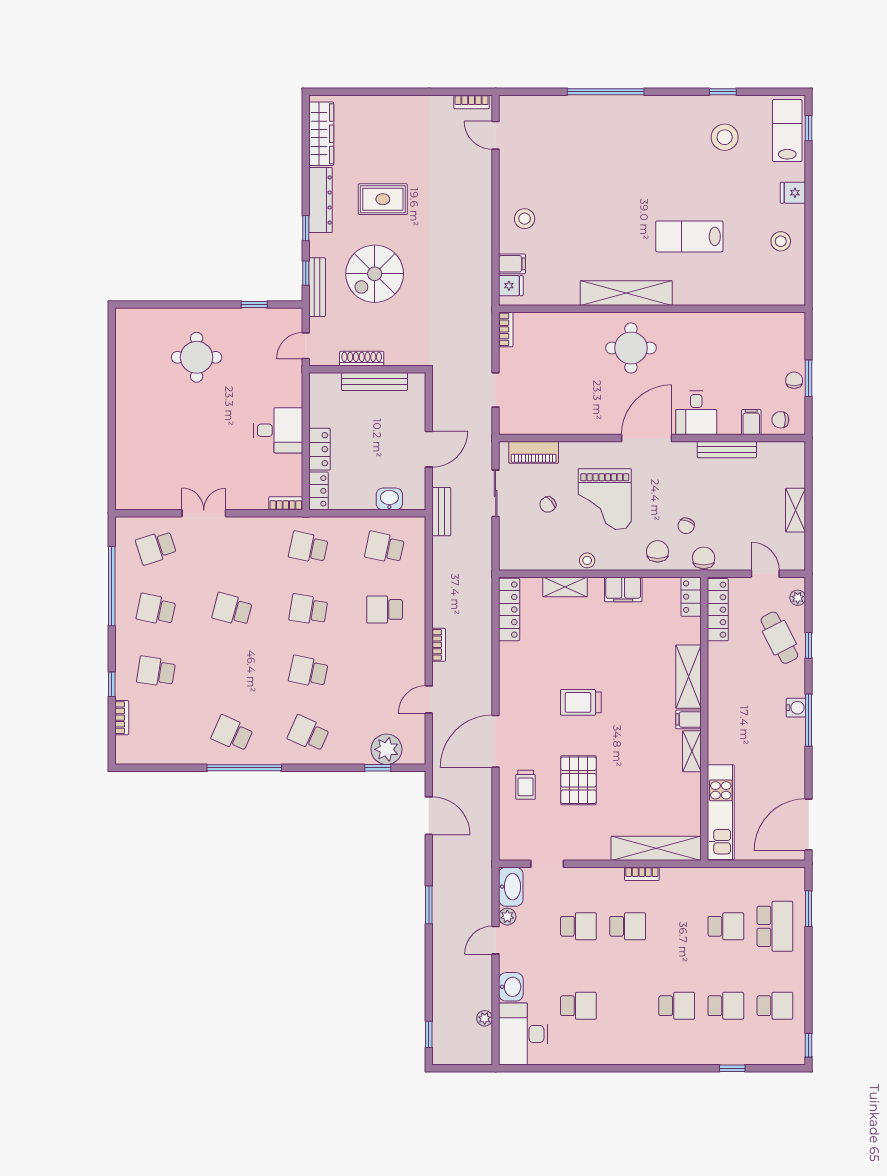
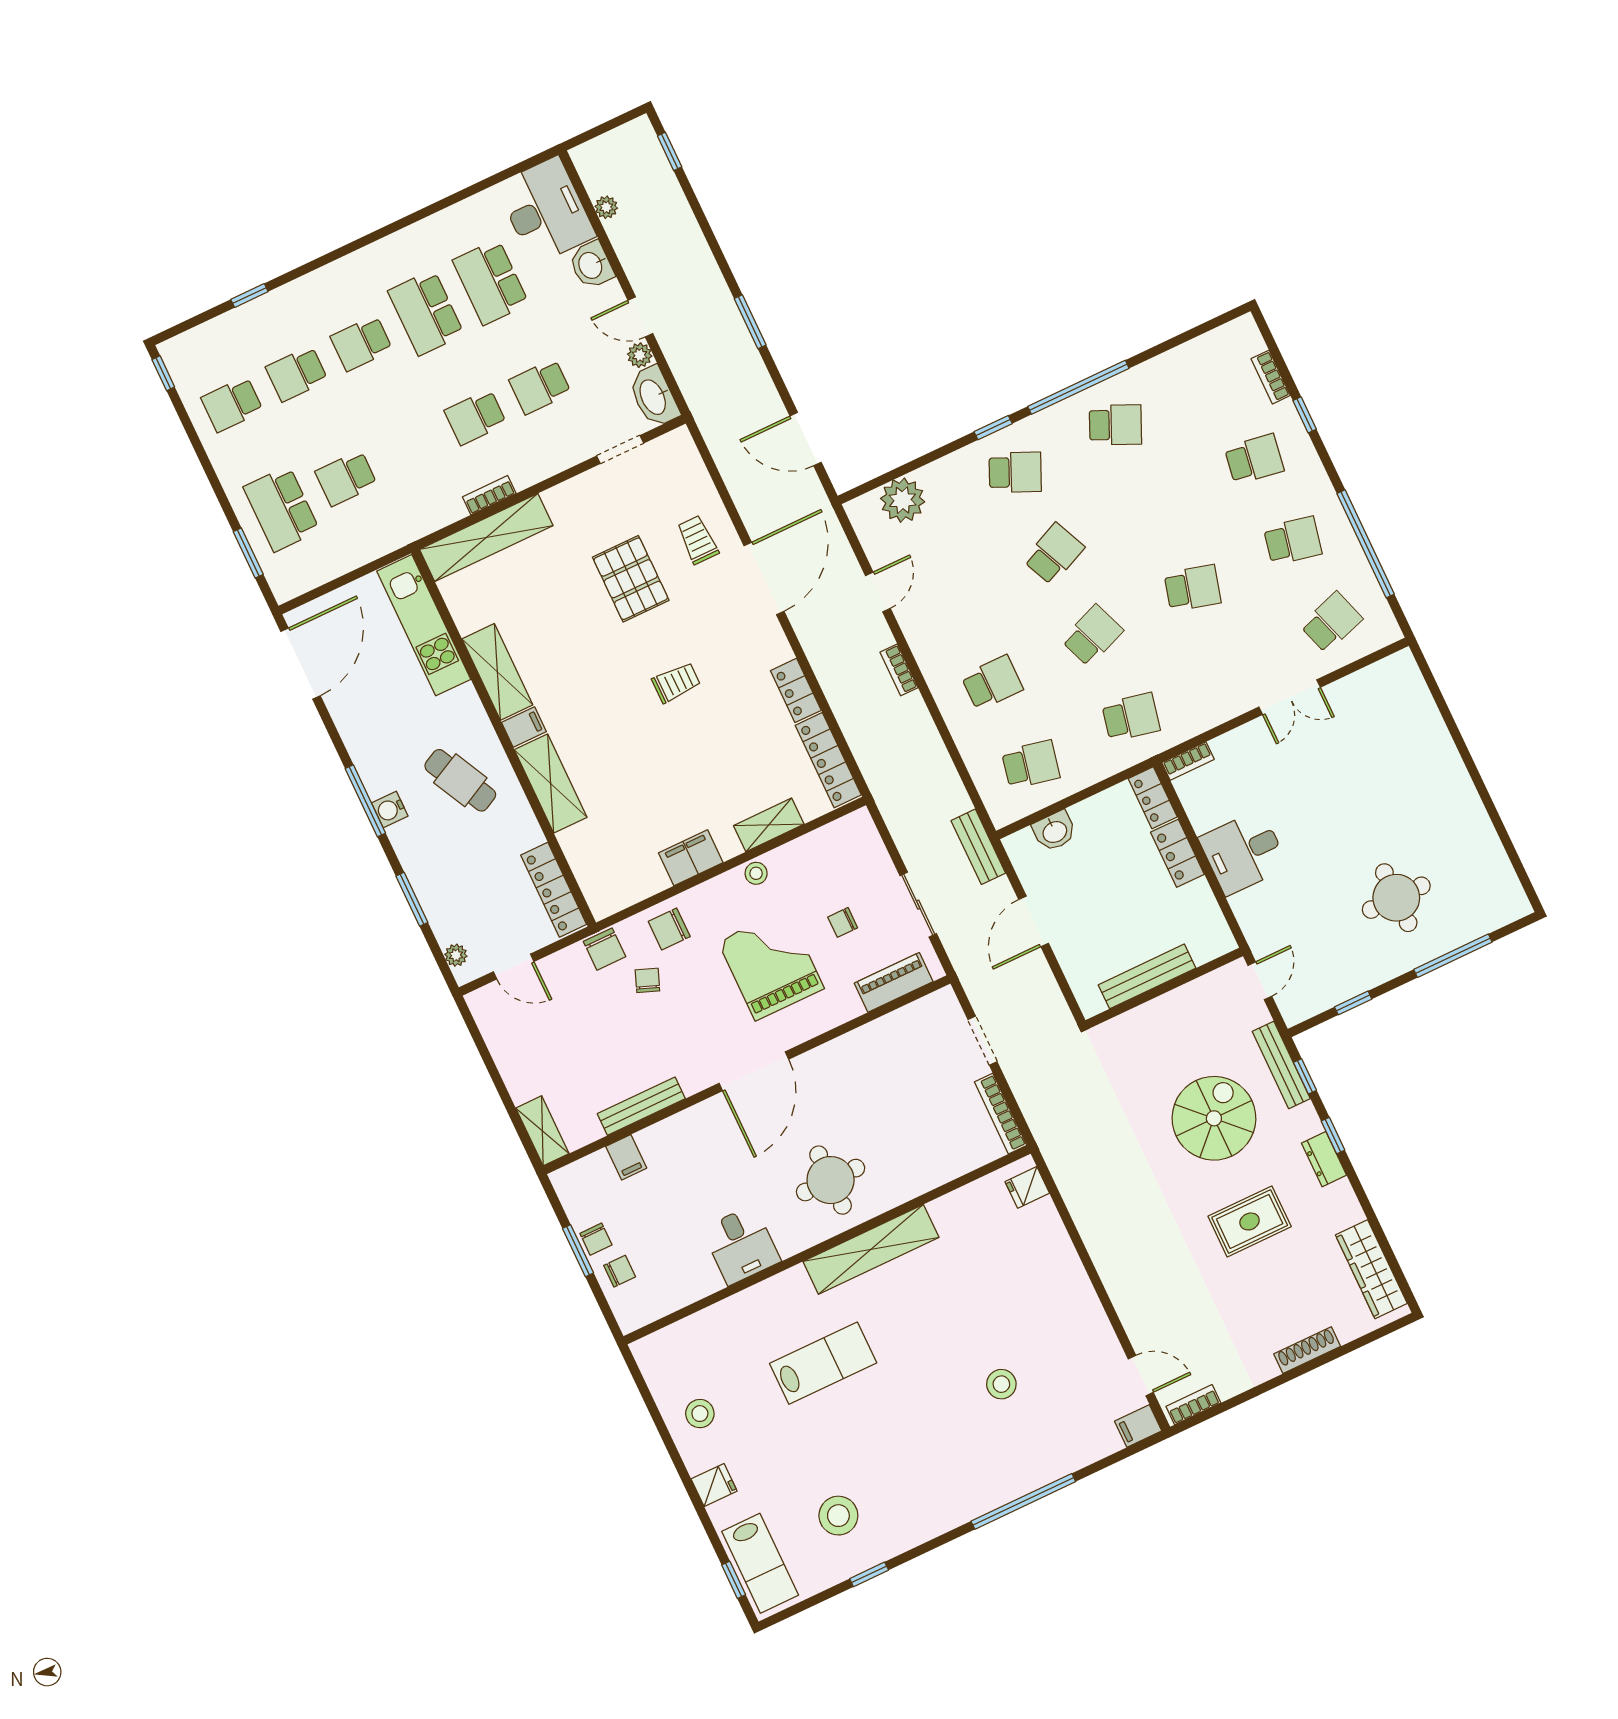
dresser: (321, 200) -> (1324, 1159), width x0.51, depth x0.80
stool: (525, 219) -> (1001, 1384), moved
filing cabinet: (512, 264) -> (1138, 1426), moved
window: (178, 305) -> (1453, 956), added
bookcase: (506, 329) -> (1001, 1114), width x1.56
shoe rack: (362, 359) -> (1307, 1350), moved, turned 180
desk: (696, 413) -> (741, 1245), moved, turned 180
chair: (780, 420) -> (620, 1271), moved
chair: (548, 504) -> (843, 922), turned -140
shelving: (796, 510) -> (542, 1131), moved
chair: (657, 551) -> (669, 929), turned 90
locker: (691, 597) -> (796, 690), moved, turned 180
school desk: (308, 609) -> (1092, 635), turned -30
cafe table: (779, 638) -> (460, 780), moved
window: (809, 645) -> (412, 899), width x1.50
school desk: (308, 672) -> (1054, 554), turned -36
trolley: (581, 702) -> (676, 683), width x0.73, depth x0.72
shelving: (692, 751) -> (497, 672), width x1.50, depth x1.33
window: (378, 768) -> (993, 428), moved
door: (496, 940) -> (640, 317), swing flipped
school desk: (578, 1006) -> (491, 282), width x1.85
school desk: (628, 1006) -> (426, 313), added

